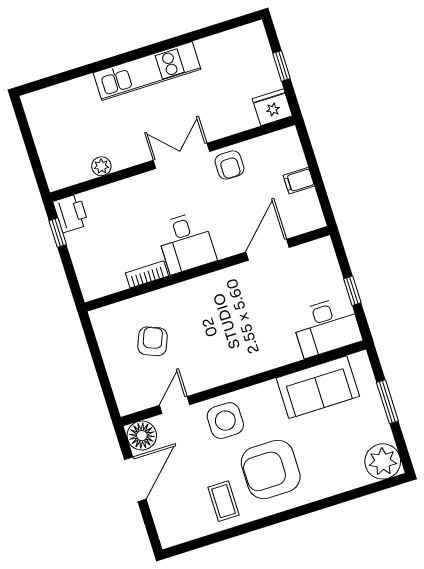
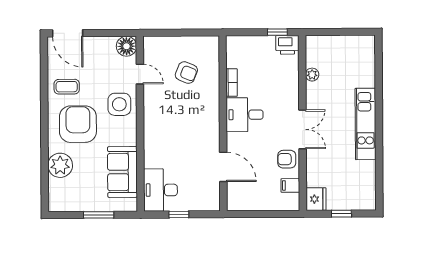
filing cabinet: (299, 181) -> (290, 185), moved, turned -90
plant: (383, 461) -> (60, 165), moved
door: (135, 479) -> (68, 33), moved

